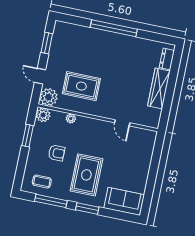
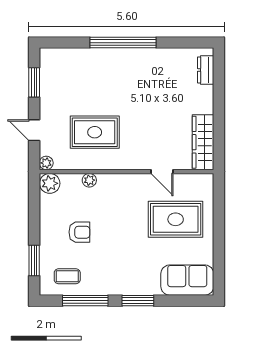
wardrobe: (159, 88) -> (203, 142), moved
plant: (49, 97) -> (46, 163), width x0.53, depth x0.53
window: (28, 136) -> (34, 260), moved
rug: (86, 175) -> (176, 219), moved, turned 90

